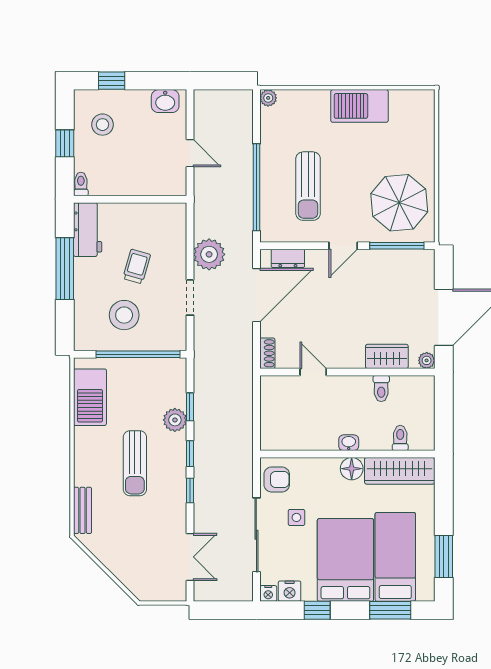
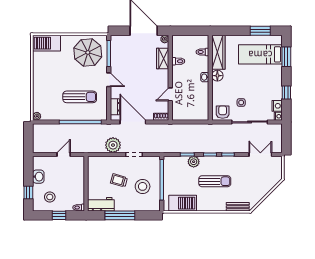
washbasin: (165, 101) -> (38, 177), moved
barbecue: (360, 106) -> (47, 43), moved, turned 90
bed: (345, 560) -> (262, 79), removed

